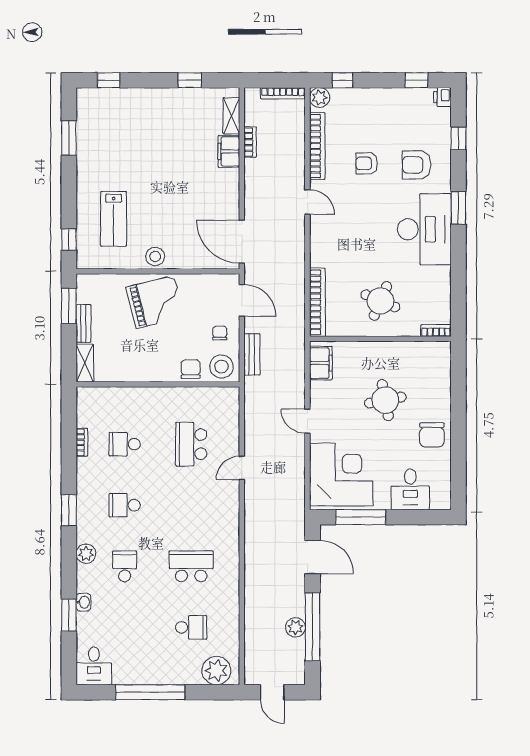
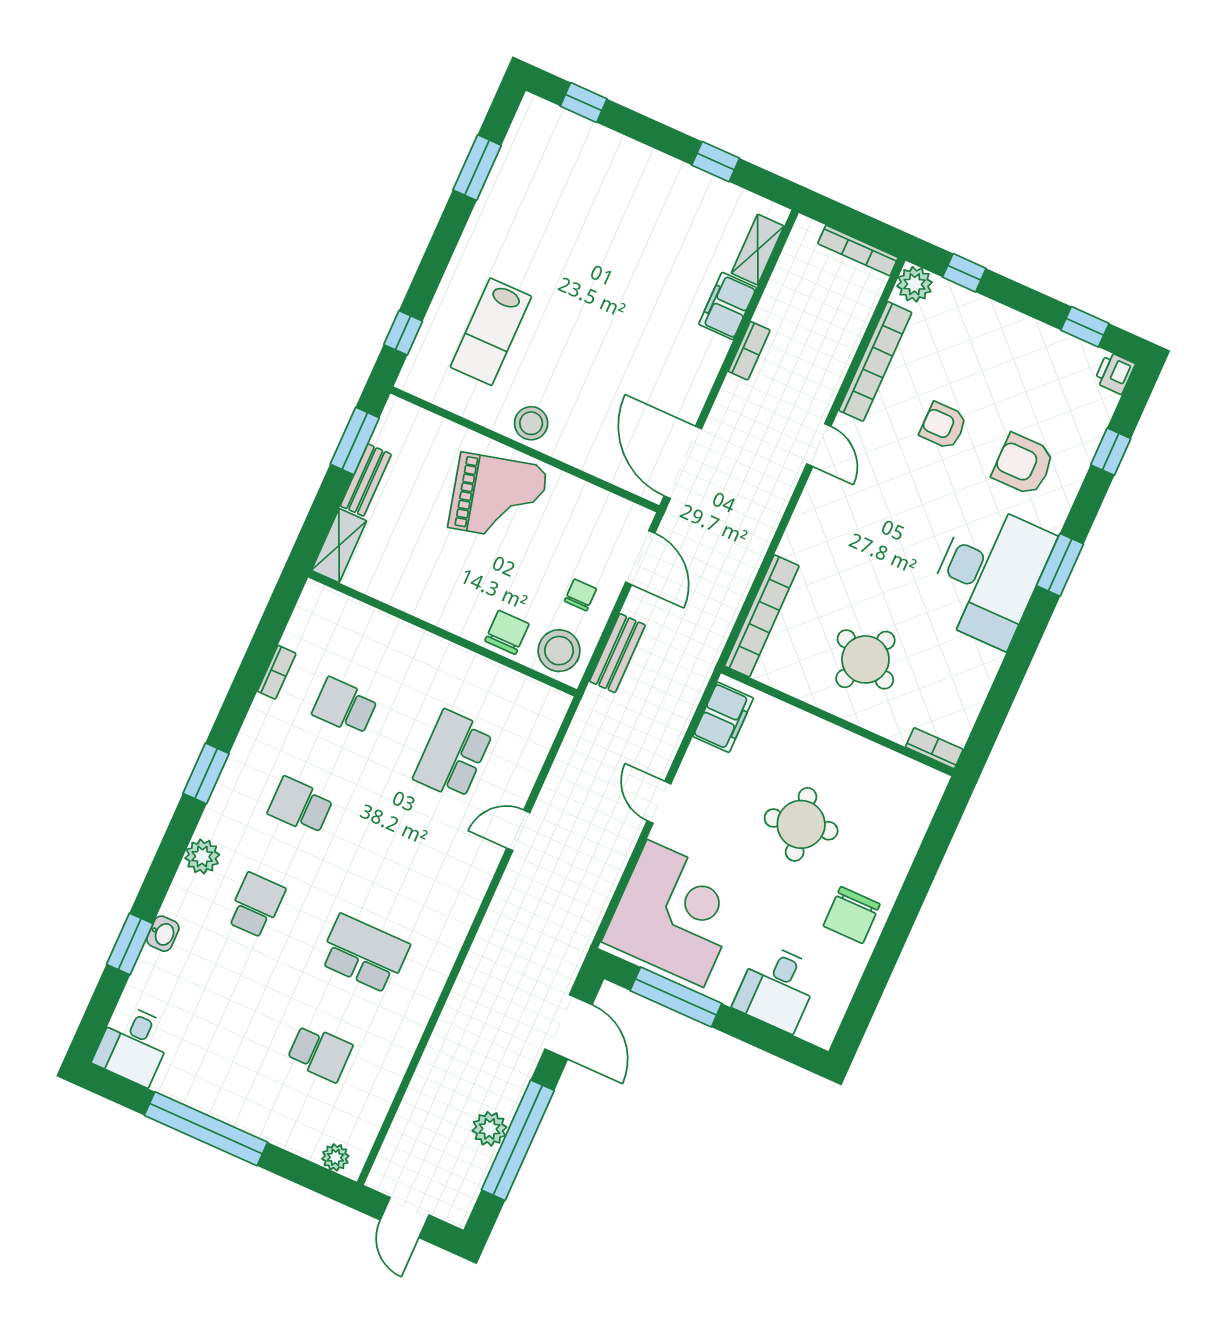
bookcase: (250, 142) -> (749, 351), moved
plant: (216, 671) -> (335, 1157), width x0.53, depth x0.53

